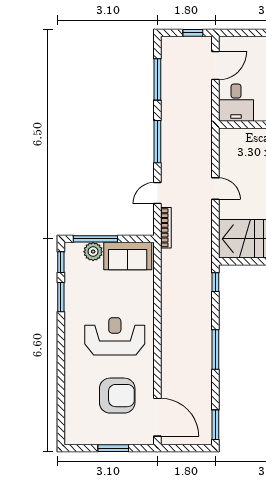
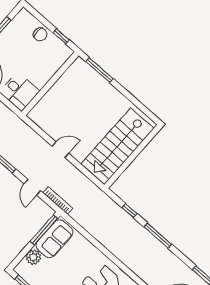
window: (95, 239) -> (44, 230), moved
window: (215, 282) -> (130, 211), moved

